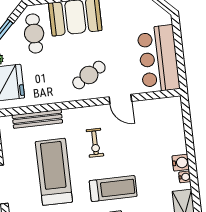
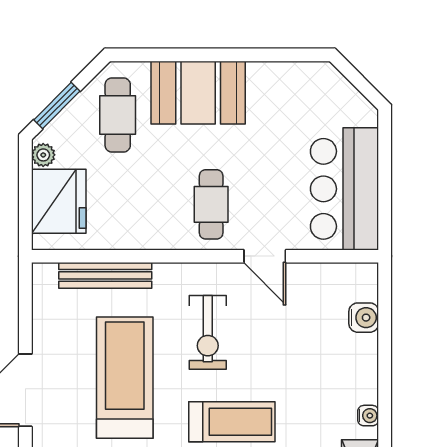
cafe table: (89, 75) -> (211, 204), turned -59
exercise bike: (95, 143) -> (208, 332), width x1.38, depth x1.39
water cooler: (181, 163) -> (364, 318), moved

